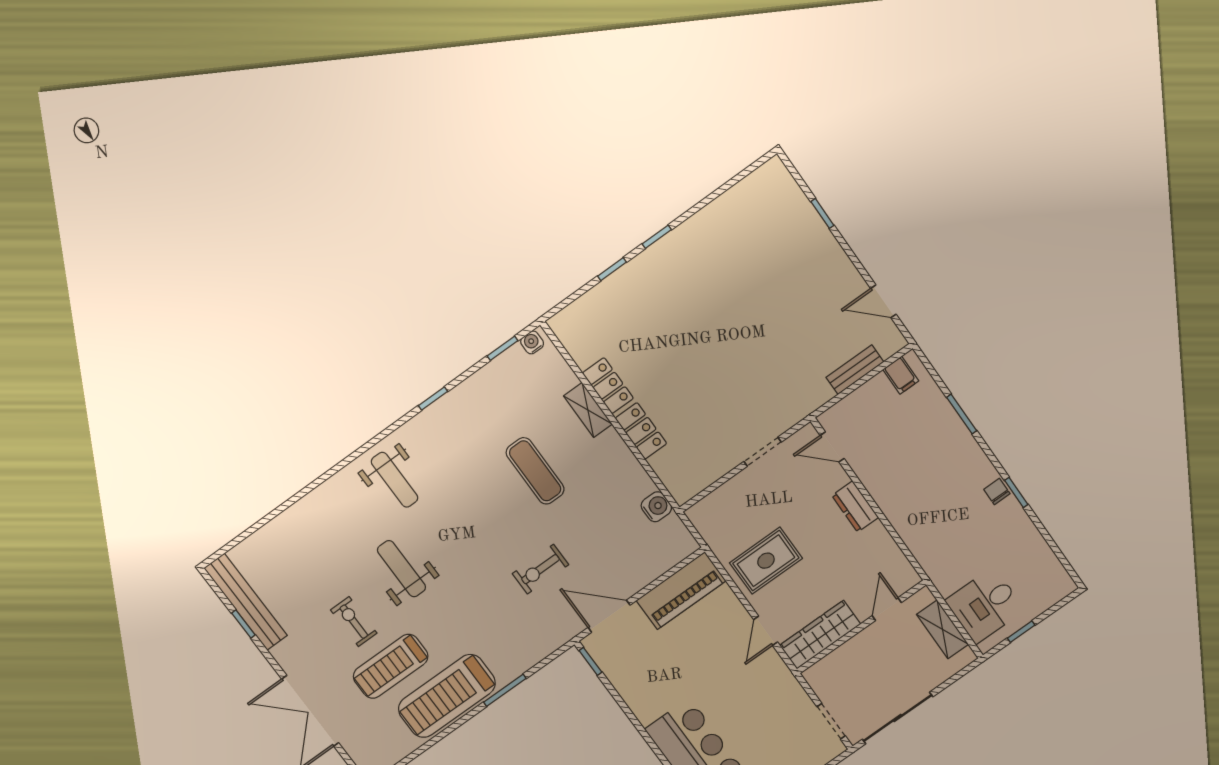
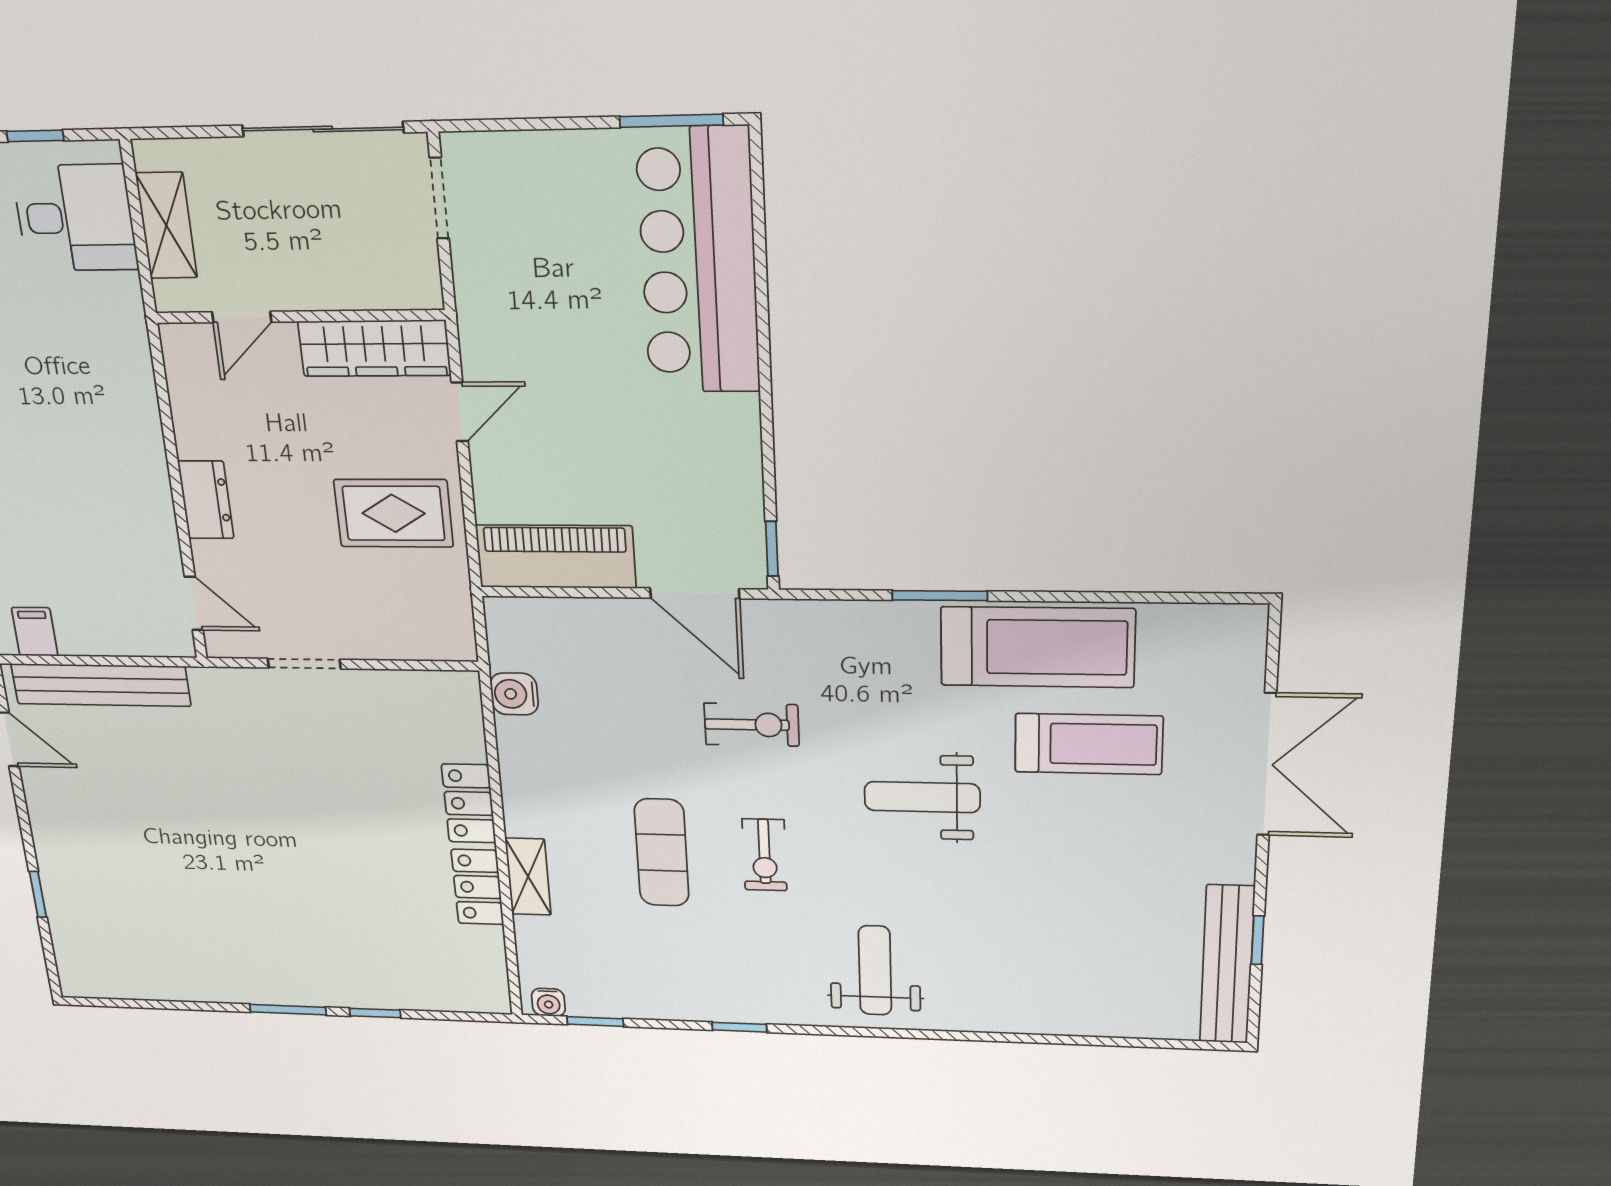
window: (657, 237) -> (288, 1010), width x1.50
bench: (855, 370) -> (101, 685), width x1.86, depth x1.21
weight bench: (401, 569) -> (922, 797), moved, turned 90
exercise bike: (354, 622) -> (764, 855), moved

